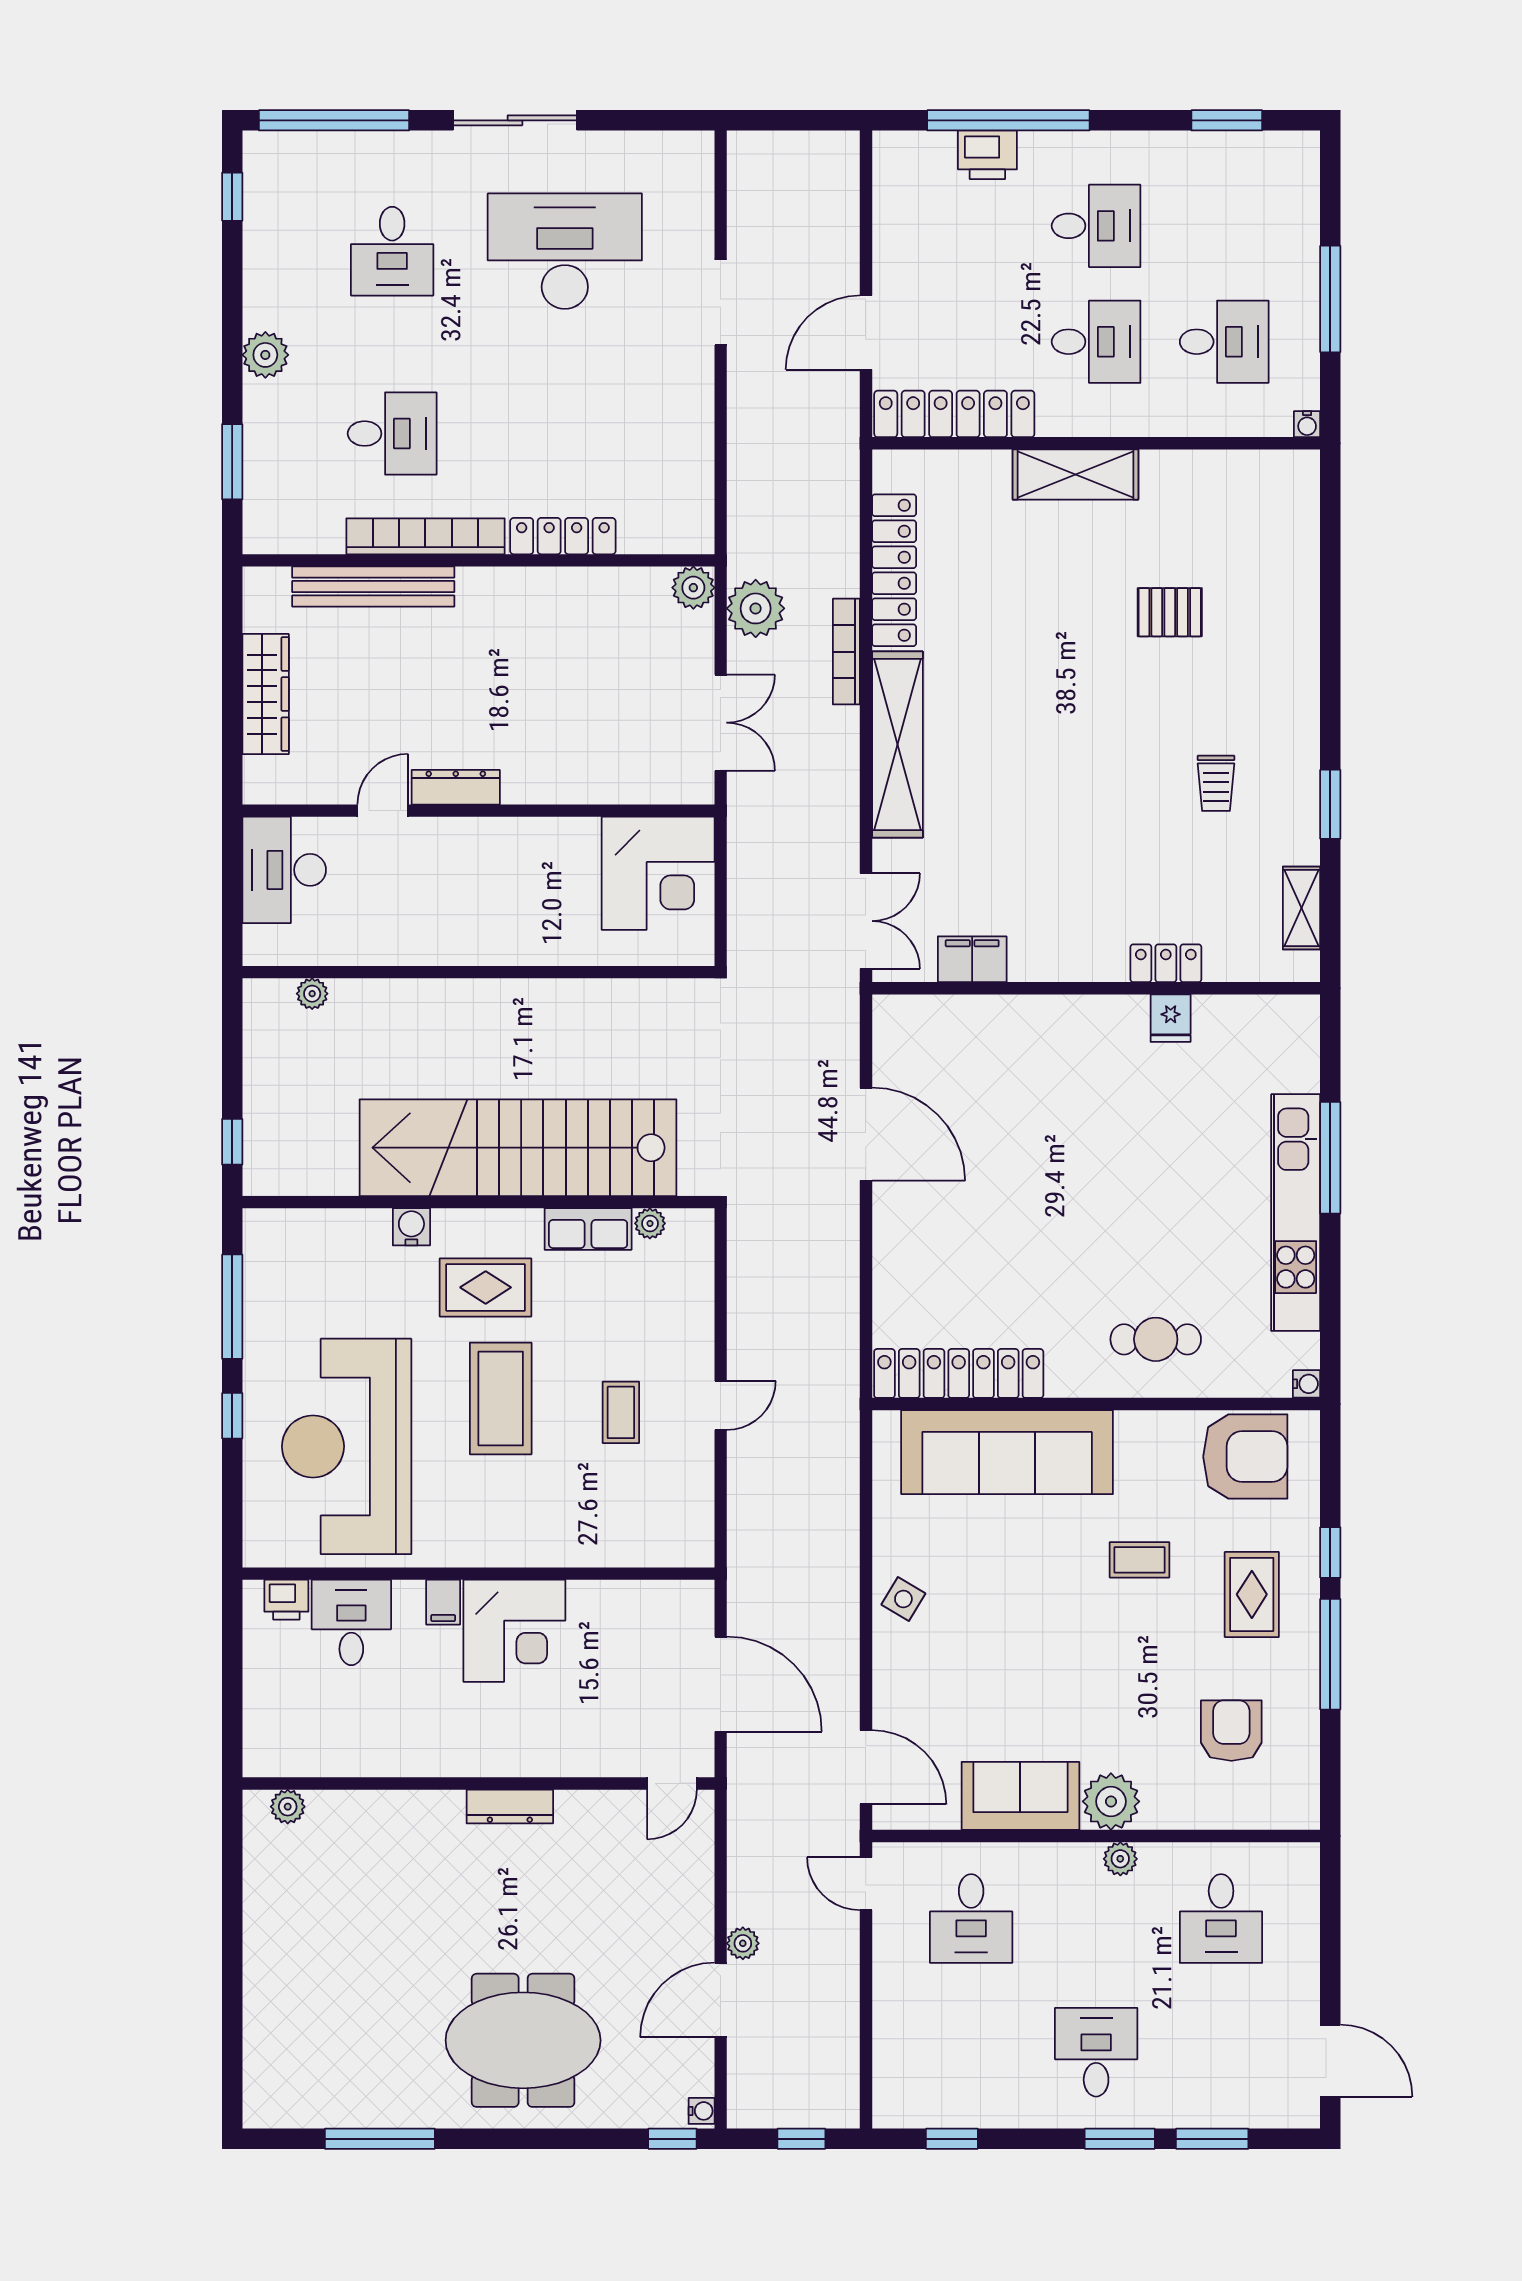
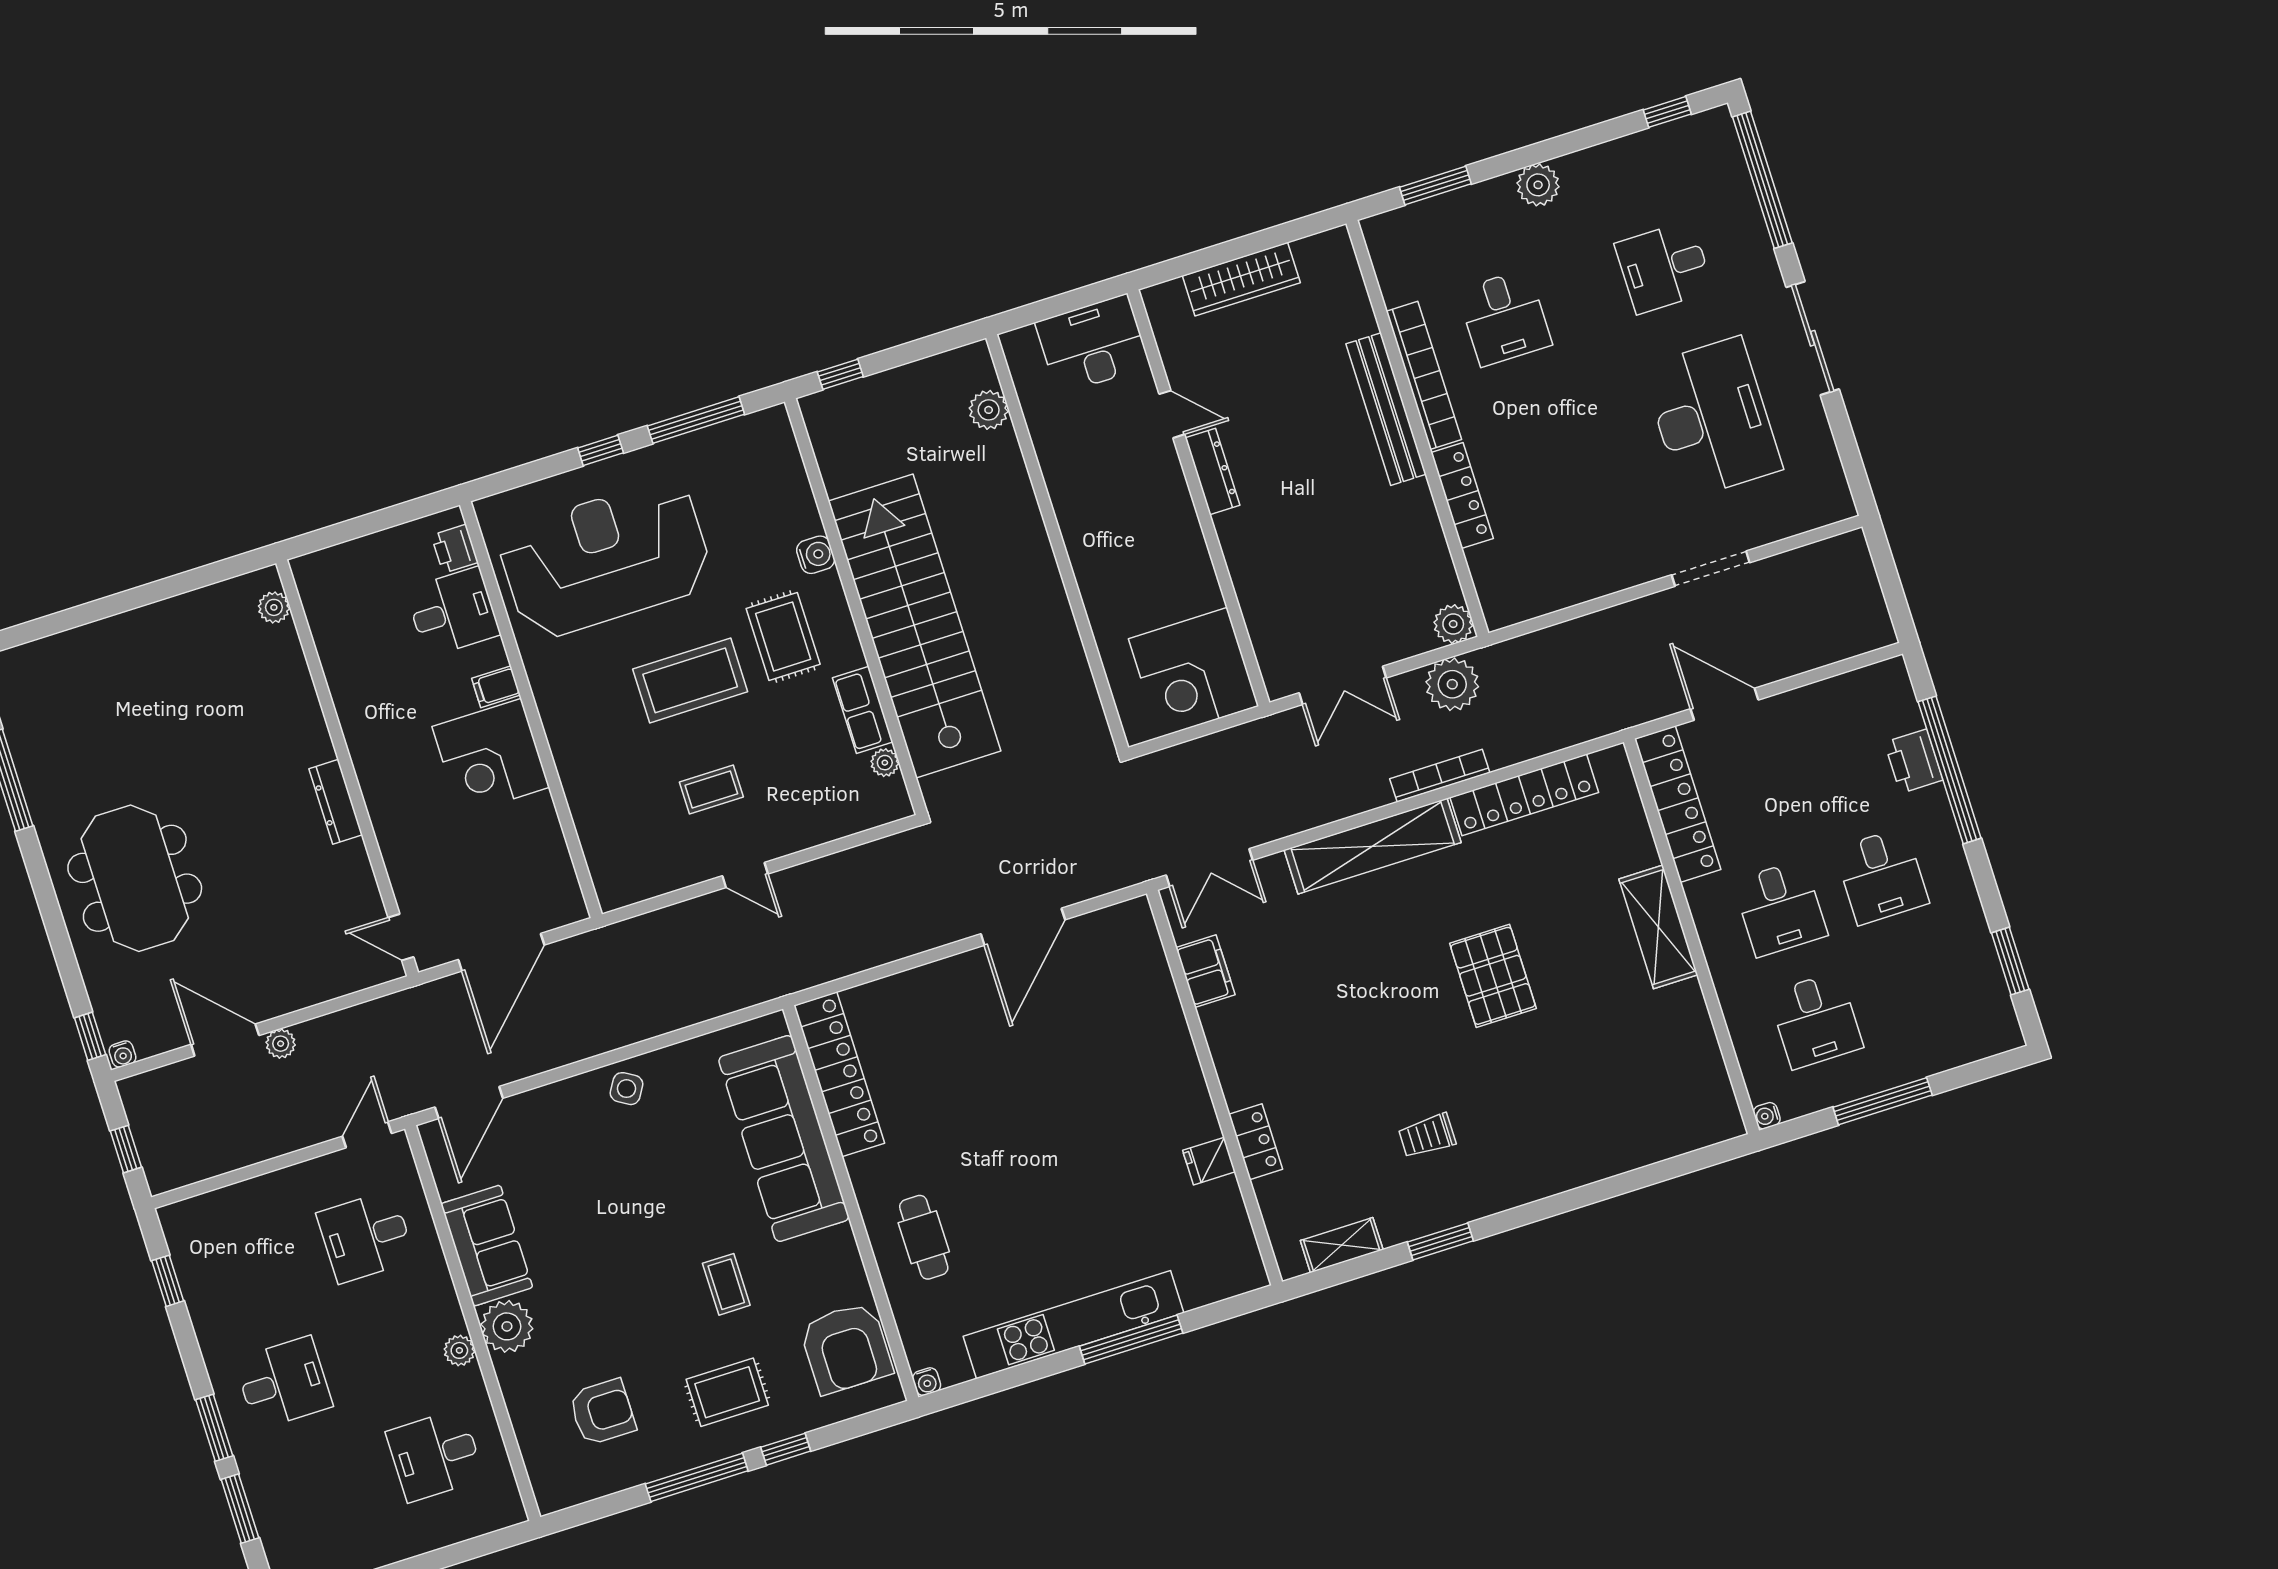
bench: (373, 587) -> (1386, 409), moved
pallet: (1170, 612) -> (1493, 976), moved, width x1.50, depth x1.42
plant: (312, 994) -> (989, 410), width x1.38, depth x1.38

